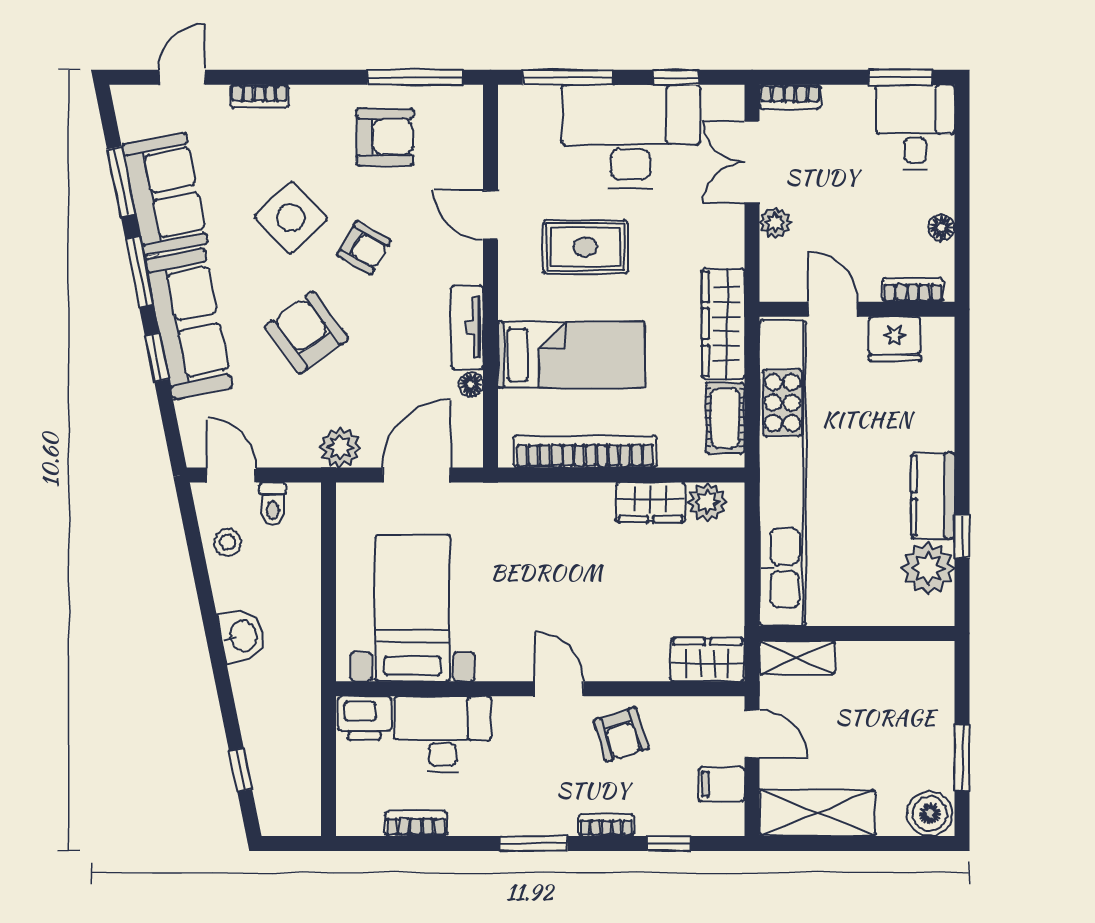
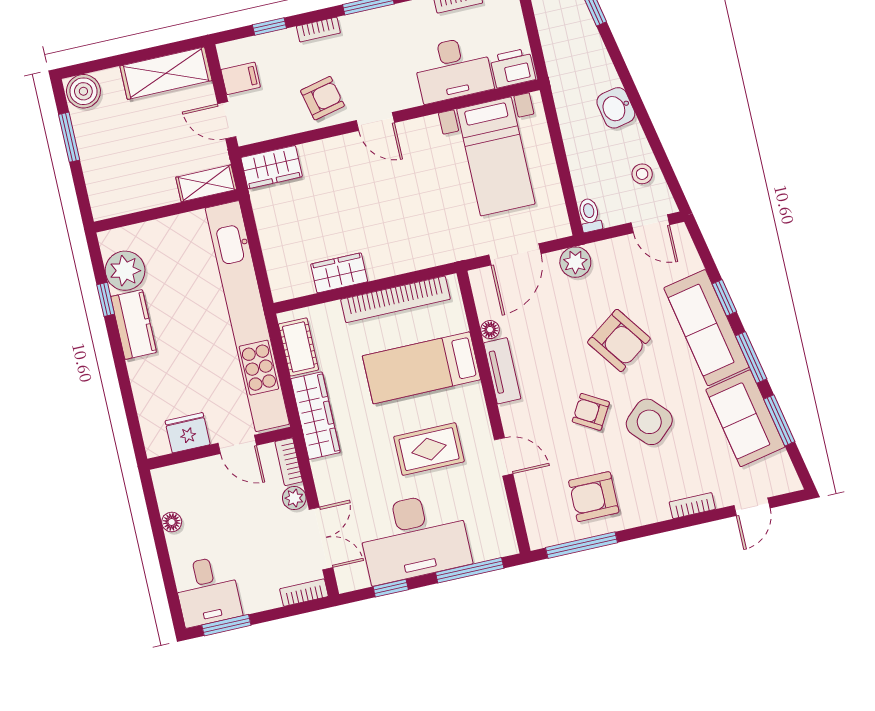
bookcase: (913, 290) -> (289, 462), moved, turned 90
plant: (707, 502) -> (298, 283), removed
toilet: (273, 504) -> (590, 215), moved
armchair: (621, 735) -> (322, 98), turned 95

